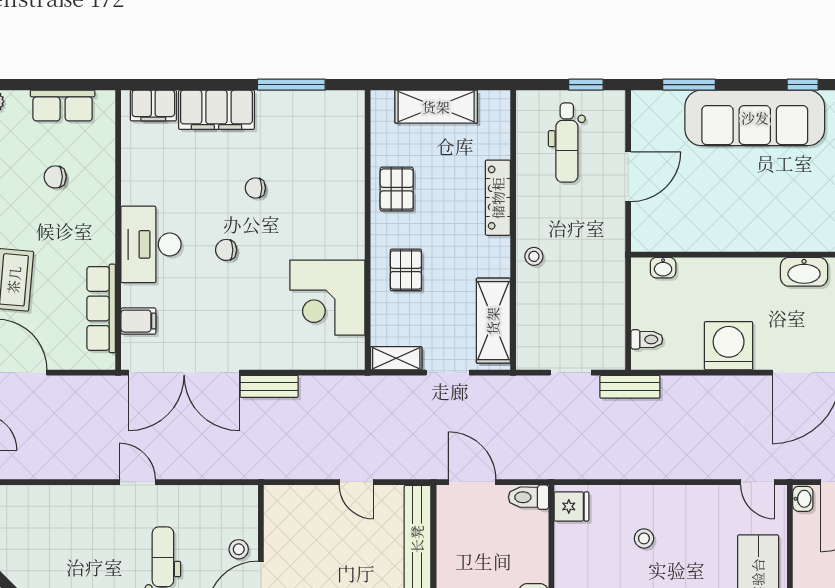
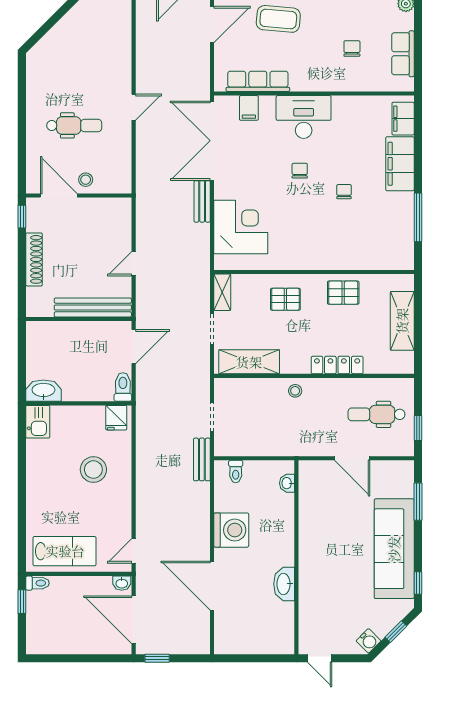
corner desk: (327, 298) -> (241, 227), moved, turned 90
stool: (644, 538) -> (93, 470), width x1.89, depth x1.89

